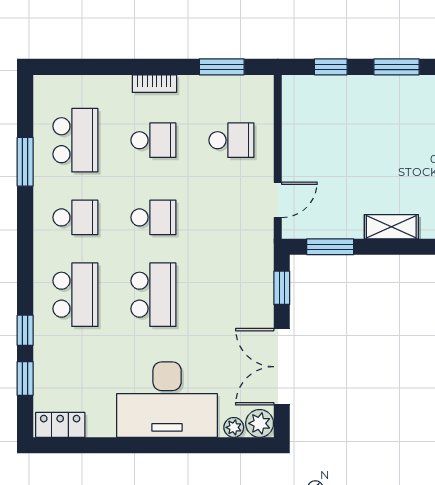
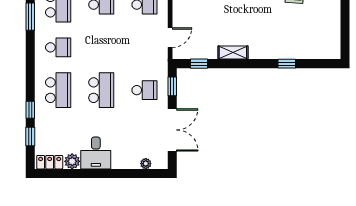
school desk: (153, 217) -> (144, 90), moved
window: (330, 247) -> (199, 64), width x0.67
double door: (282, 367) -> (172, 130), swing flipped
desk: (167, 400) -> (96, 153), width x0.53, depth x0.77
plant: (260, 423) -> (72, 161), moved

